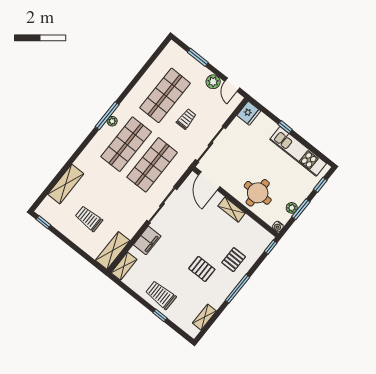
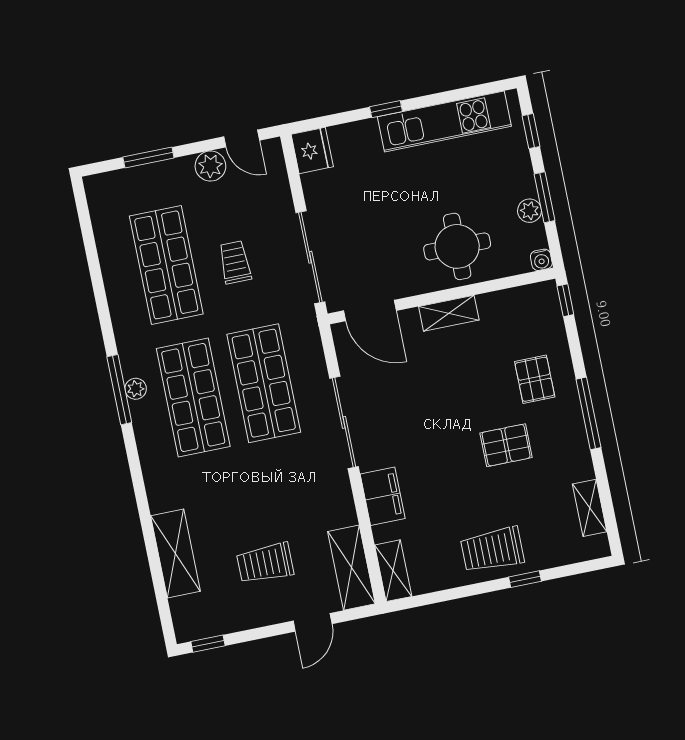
door: (82, 253) -> (313, 622), added

